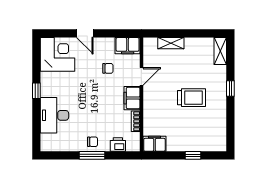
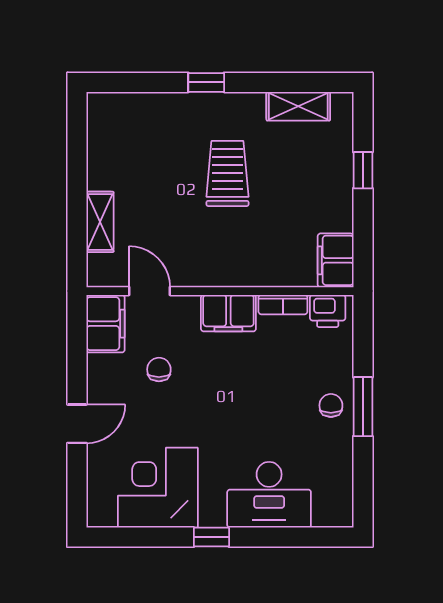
shelving: (220, 51) -> (298, 106), moved
corner desk: (58, 54) -> (158, 488), moved
door: (141, 76) -> (149, 291), moved
printer: (118, 144) -> (328, 311), moved, turned -90

